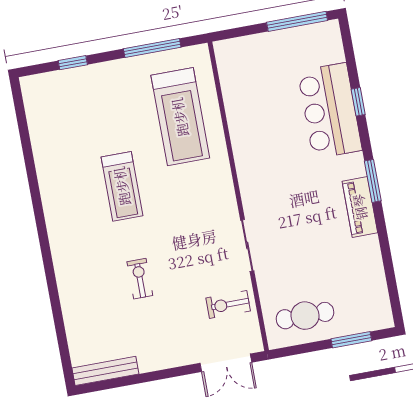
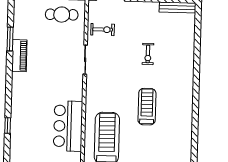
bar counter: (330, 111) -> (68, 126), moved, turned 180
window: (373, 181) -> (10, 39), moved
piano: (360, 207) -> (19, 56), moved

